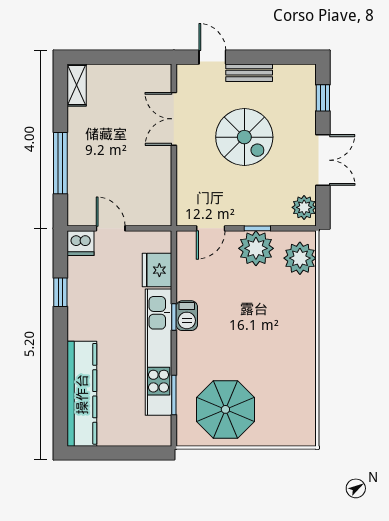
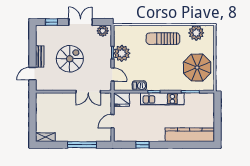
double door: (174, 119) -> (88, 92), moved
dishwasher: (80, 243) -> (119, 135), removed
plant: (300, 258) -> (196, 33), moved
fridge: (157, 270) -> (121, 100), moved
barbecue: (187, 316) -> (139, 86), moved
sun lounger: (287, 336) -> (163, 39), added
kitchen unit: (159, 352) -> (162, 99), width x0.73

